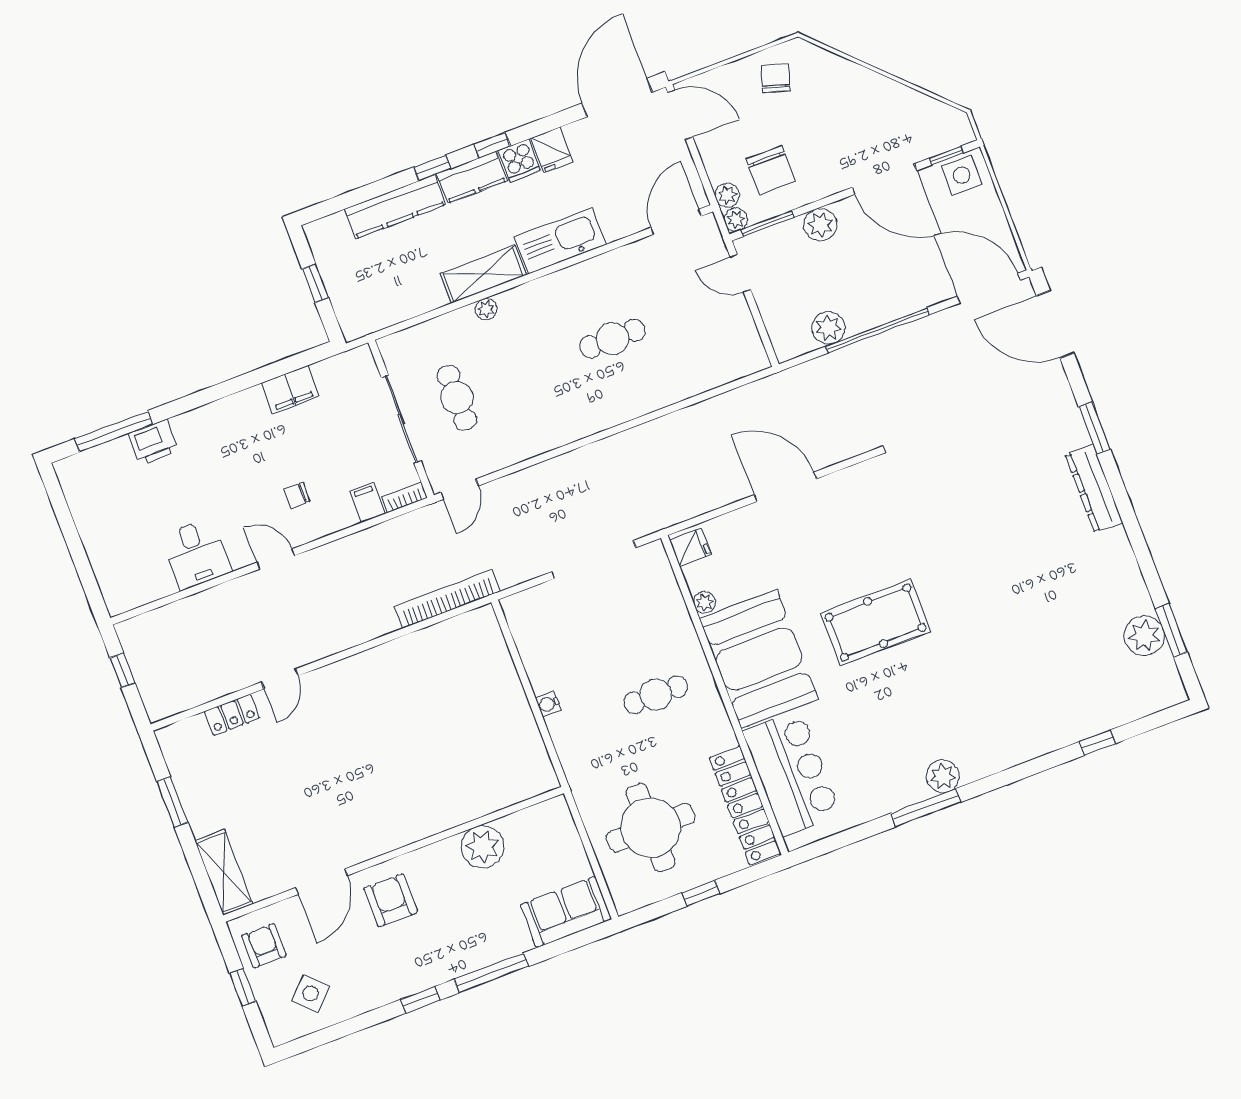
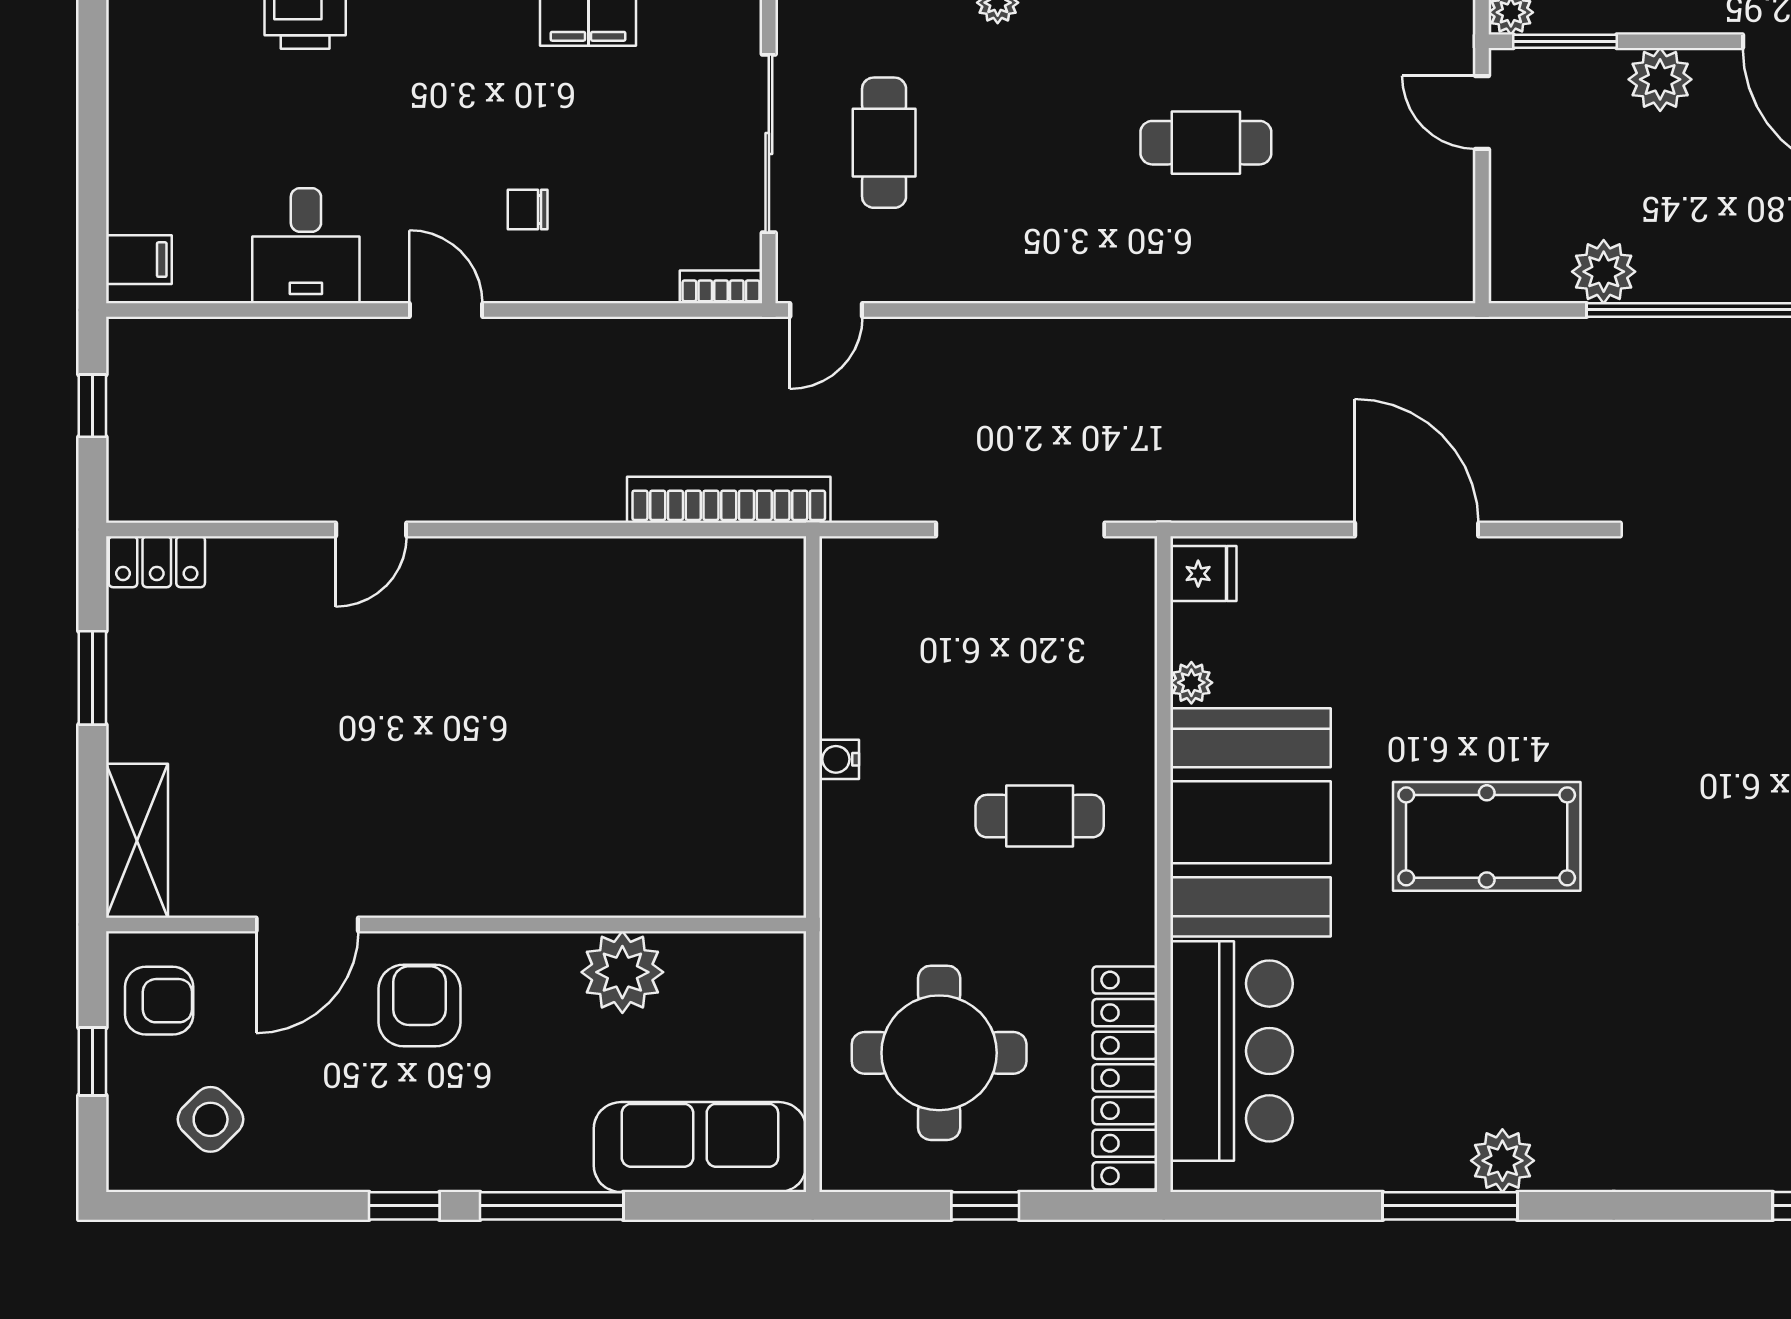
filing cabinet: (368, 502) -> (139, 260), moved, turned 90
locker: (232, 715) -> (157, 562), moved
sofa: (566, 912) -> (700, 1147), width x1.36
armchair: (264, 946) -> (159, 1001), turned 90

